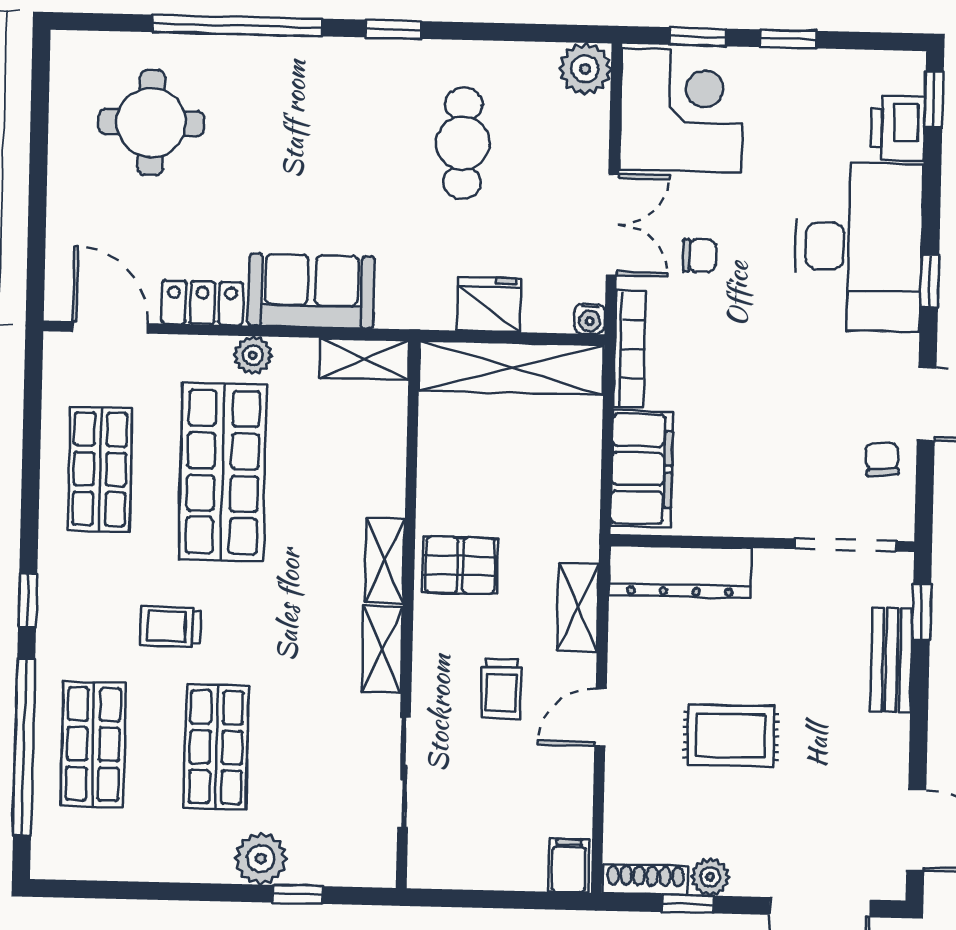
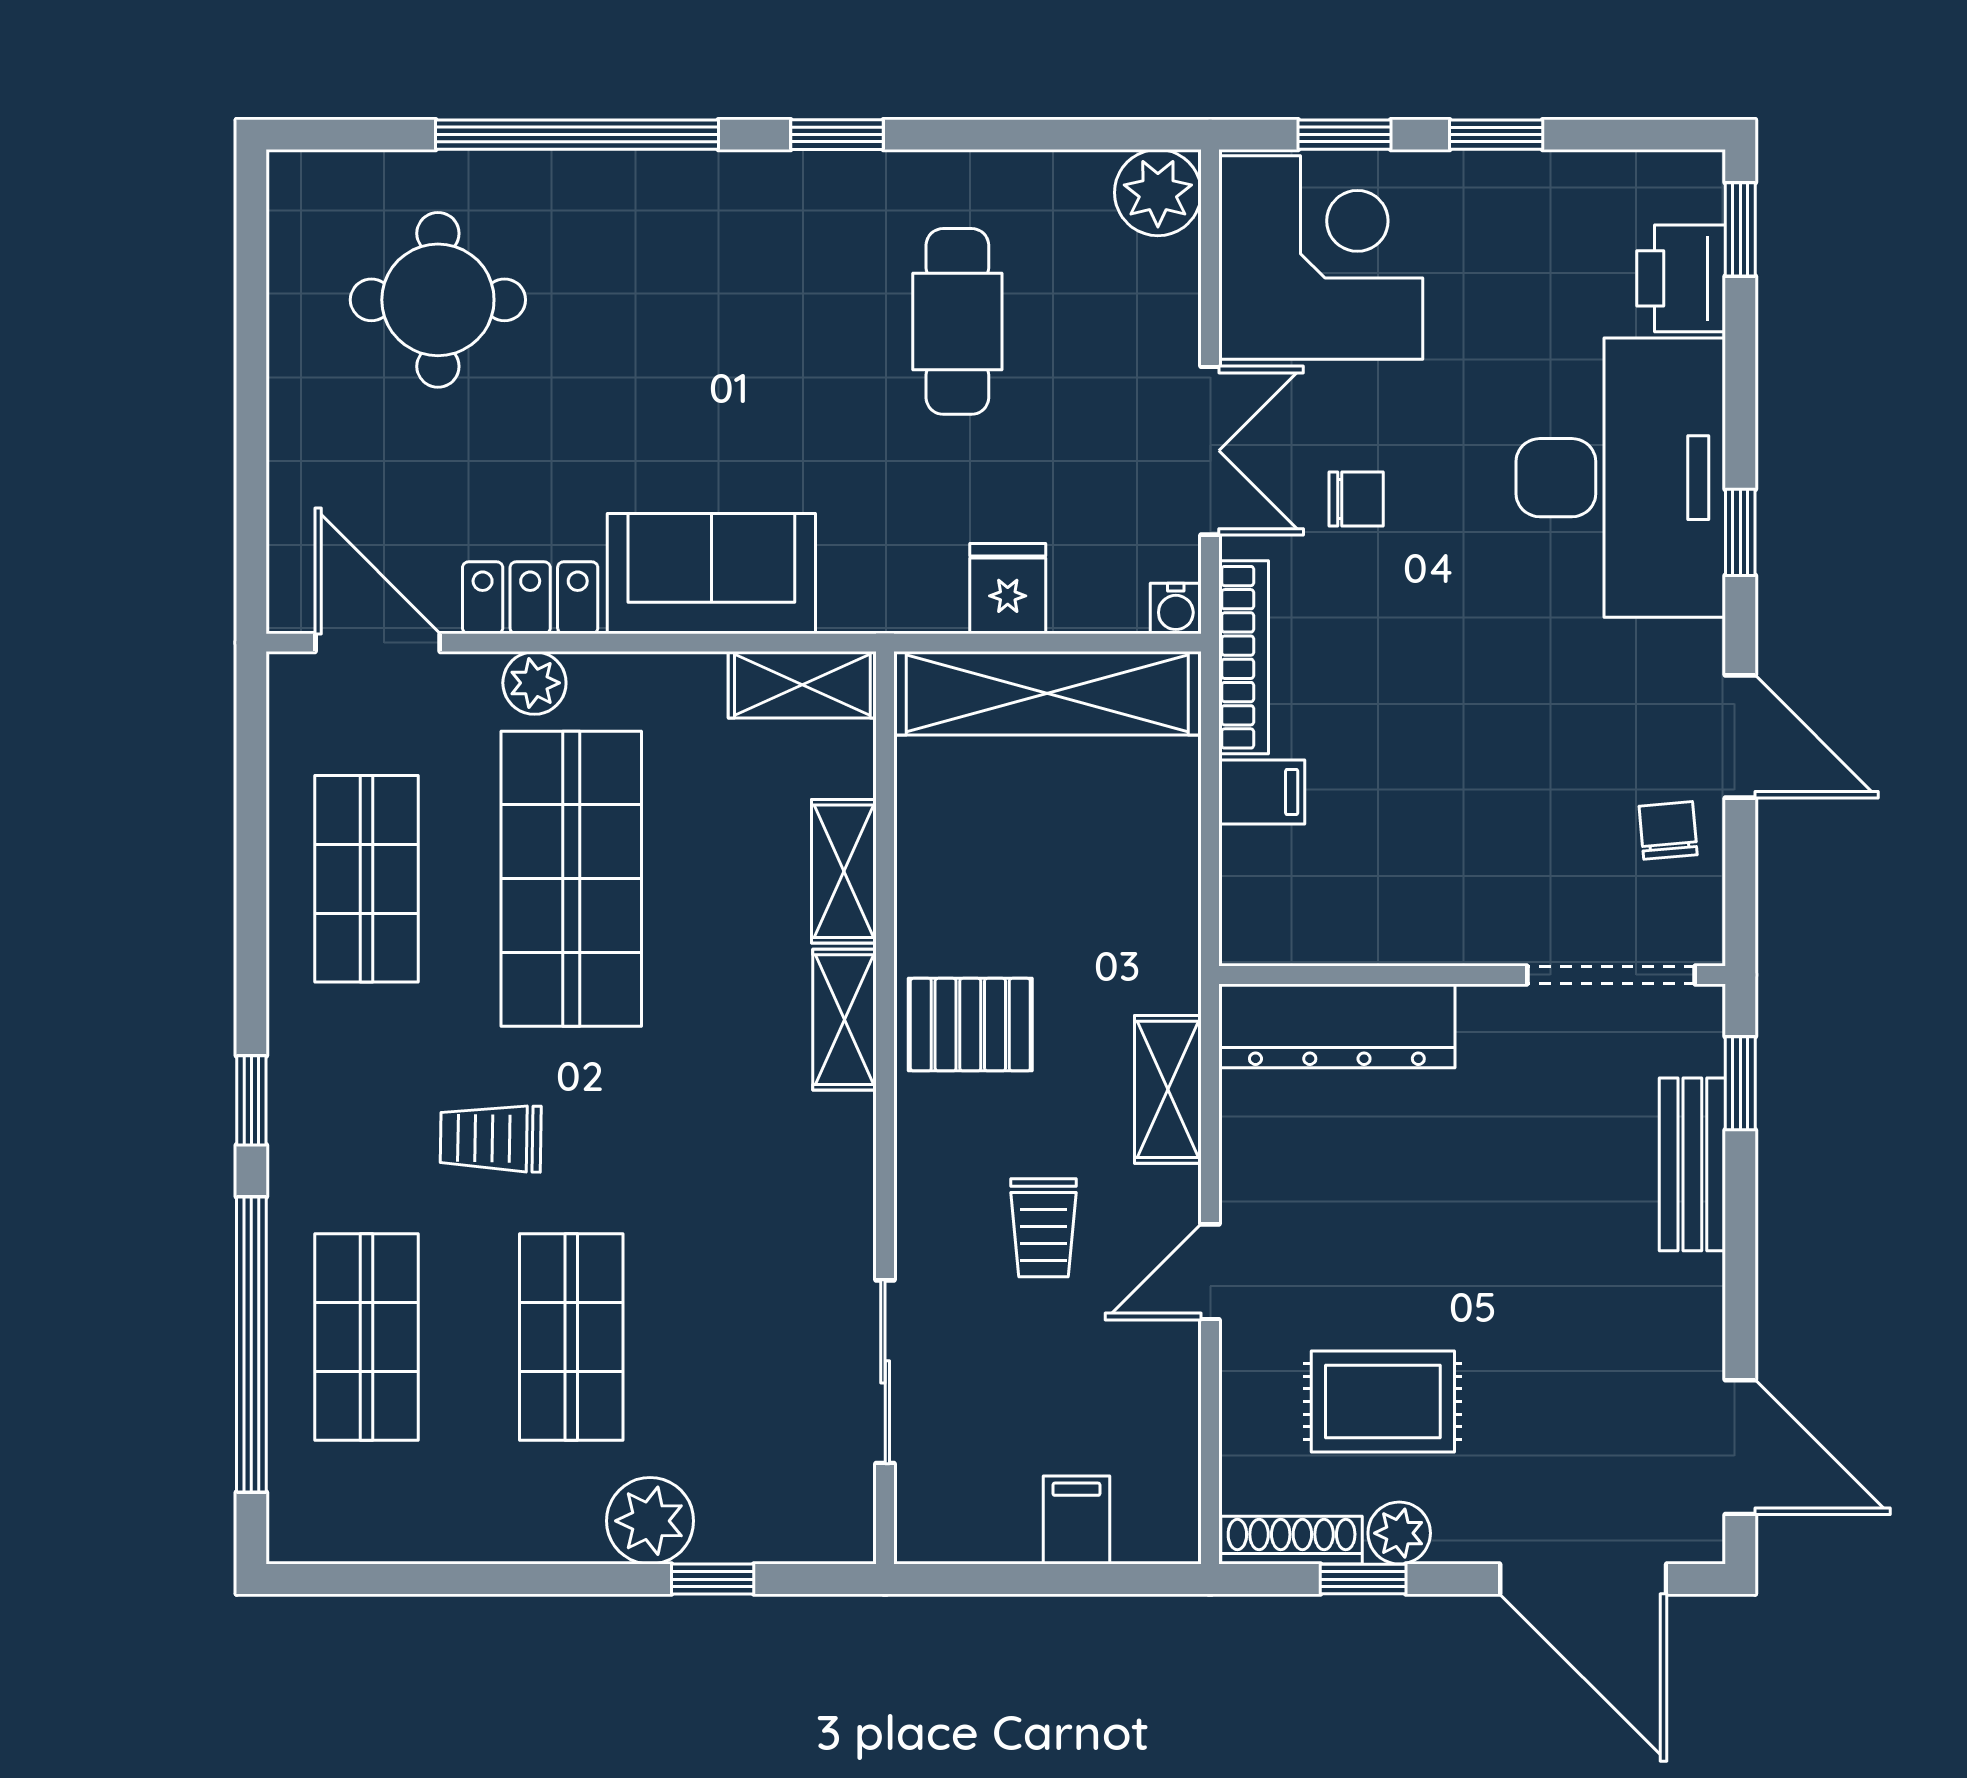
fridge: (489, 304) -> (1008, 589), width x0.72
plant: (253, 355) -> (534, 683), moved
filing cabinet: (642, 469) -> (1262, 792), width x0.33, depth x0.86
shelving: (382, 650) -> (844, 871), moved
rug: (731, 736) -> (1383, 1402), moved
filing cabinet: (569, 866) -> (1076, 1520), moved

